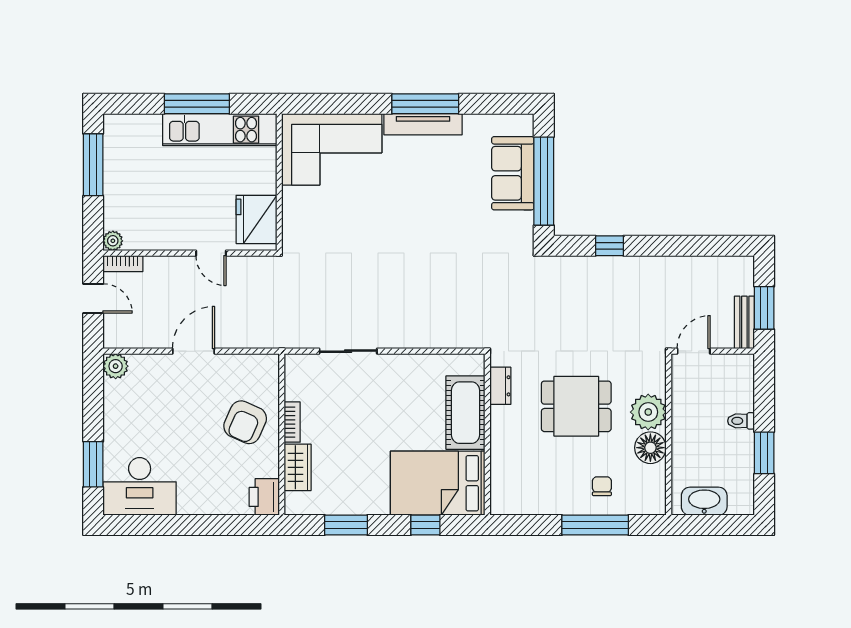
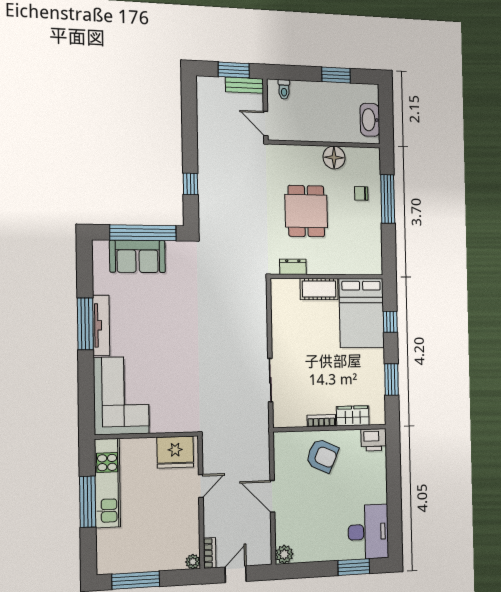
plant: (648, 412) -> (309, 158), removed
cot: (465, 413) -> (319, 289), width x0.73, depth x0.75
toilet: (741, 421) -> (284, 89), moved

